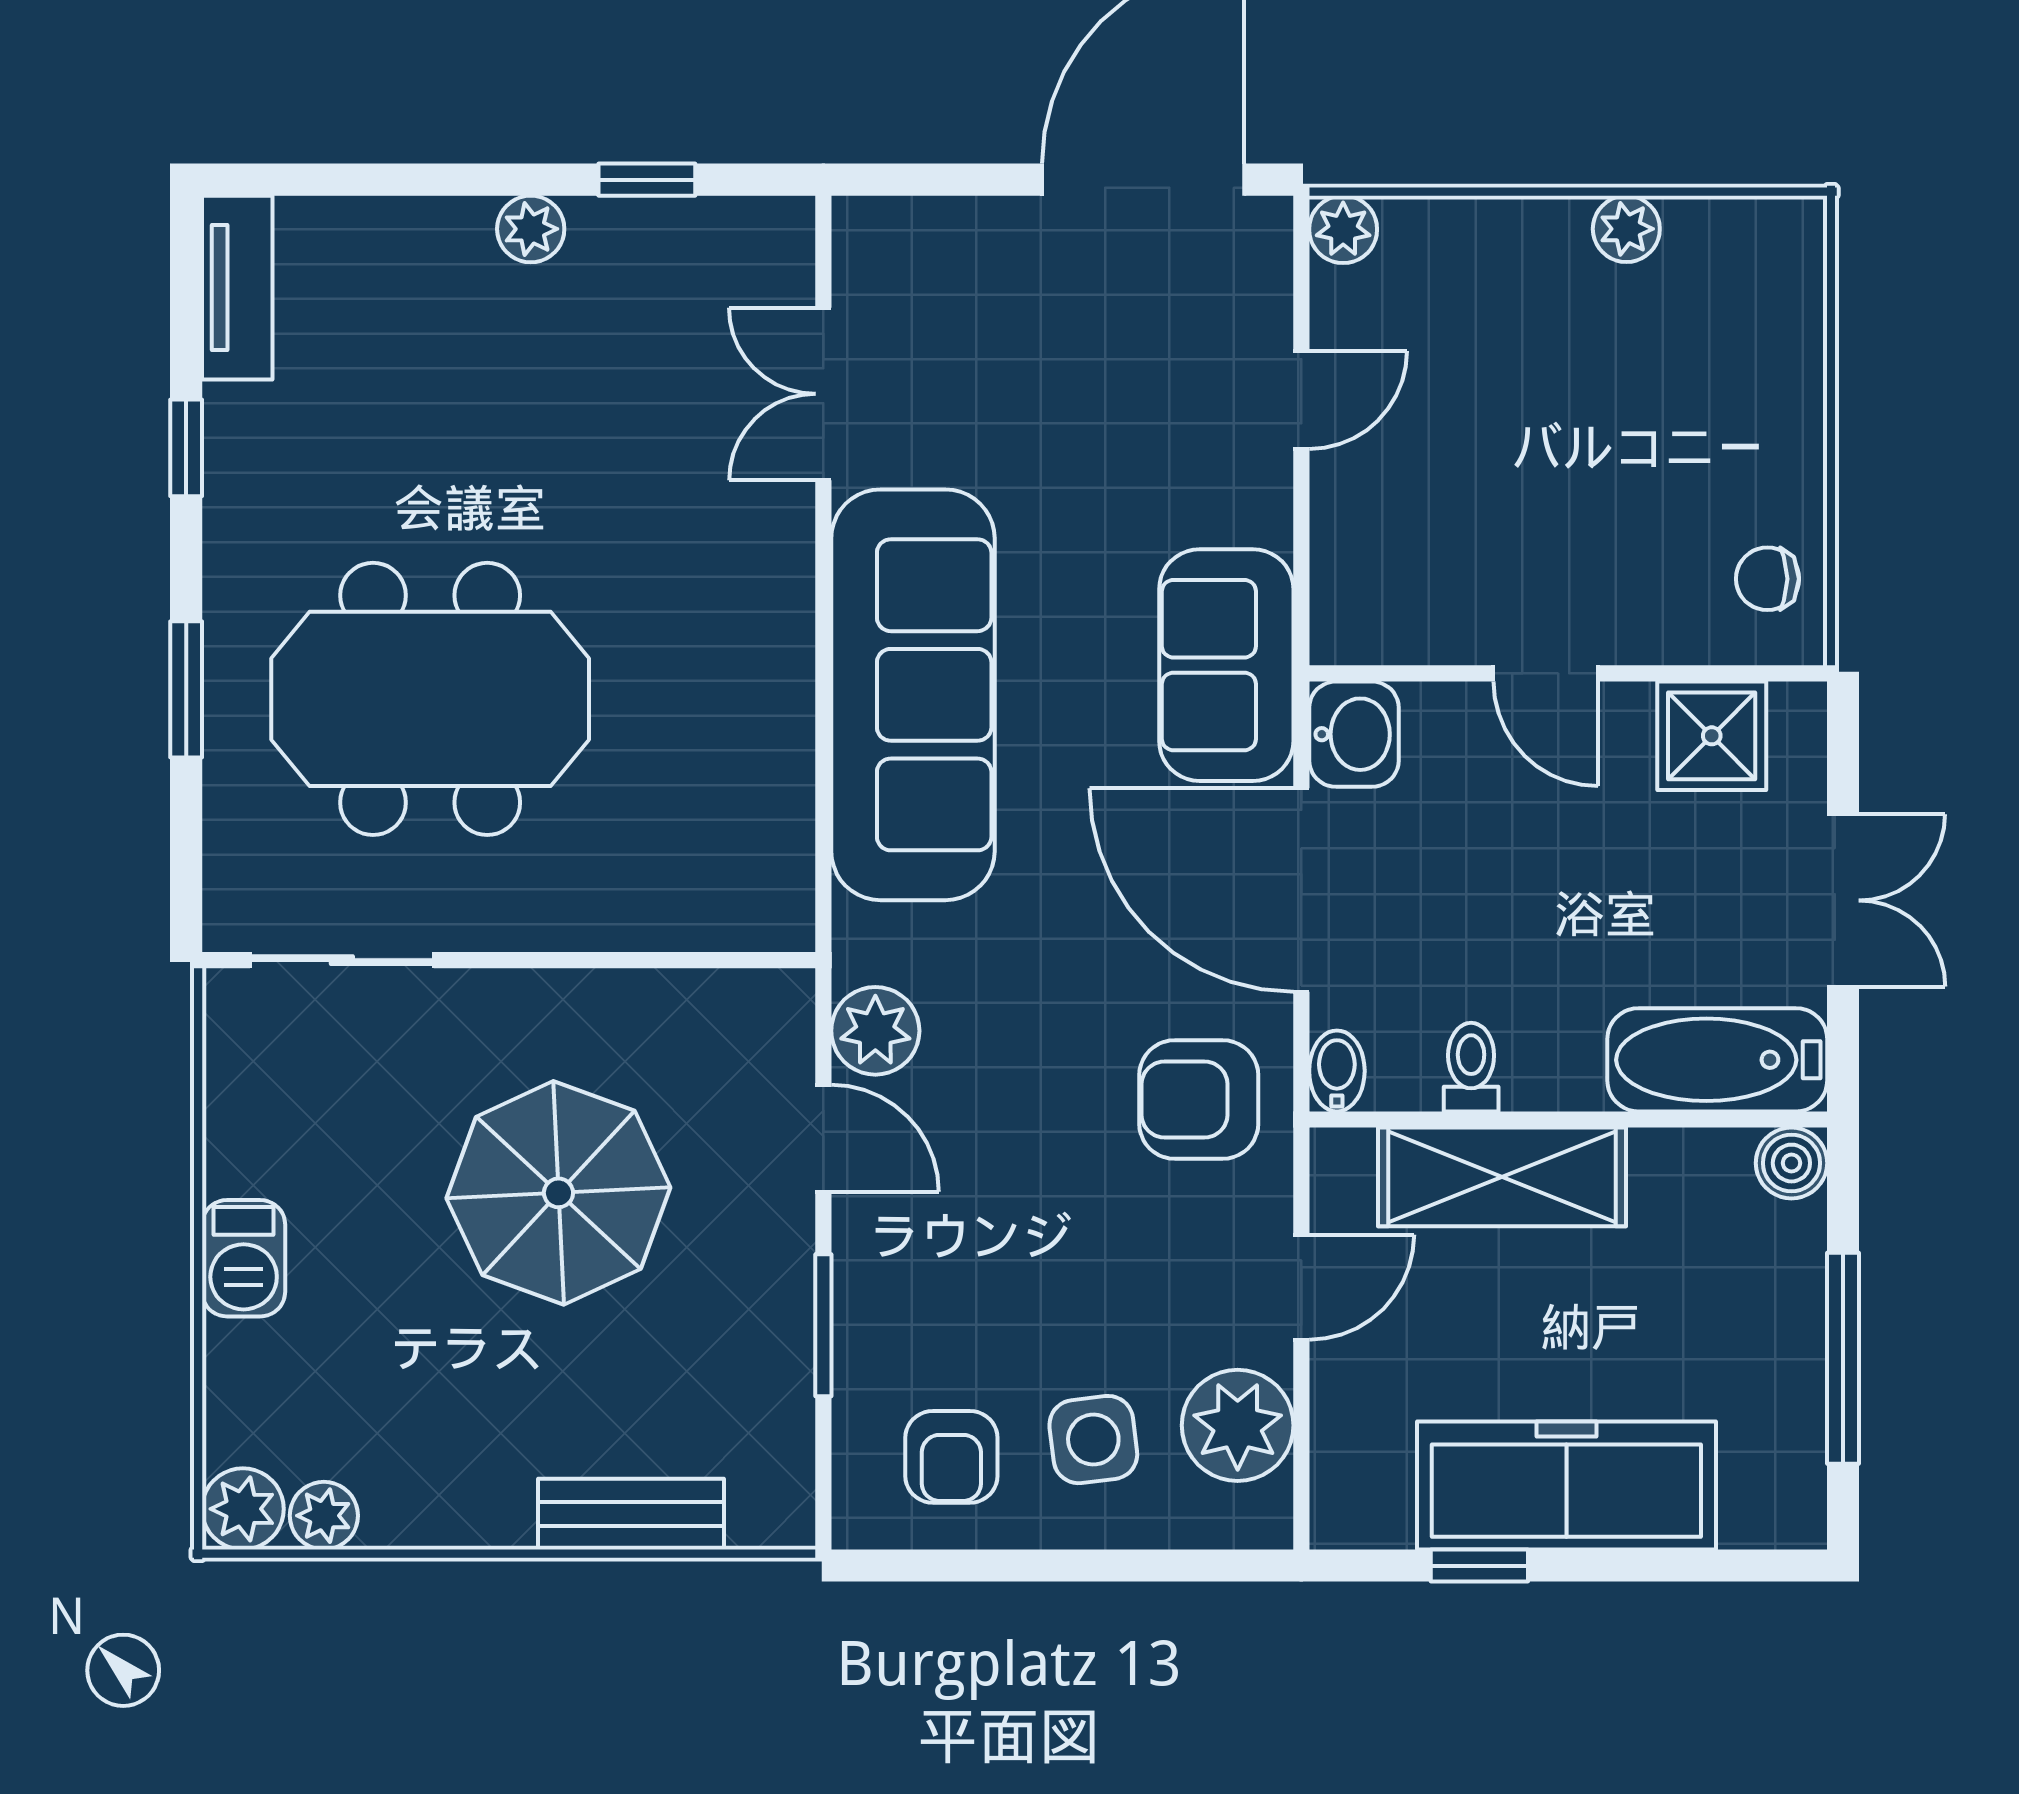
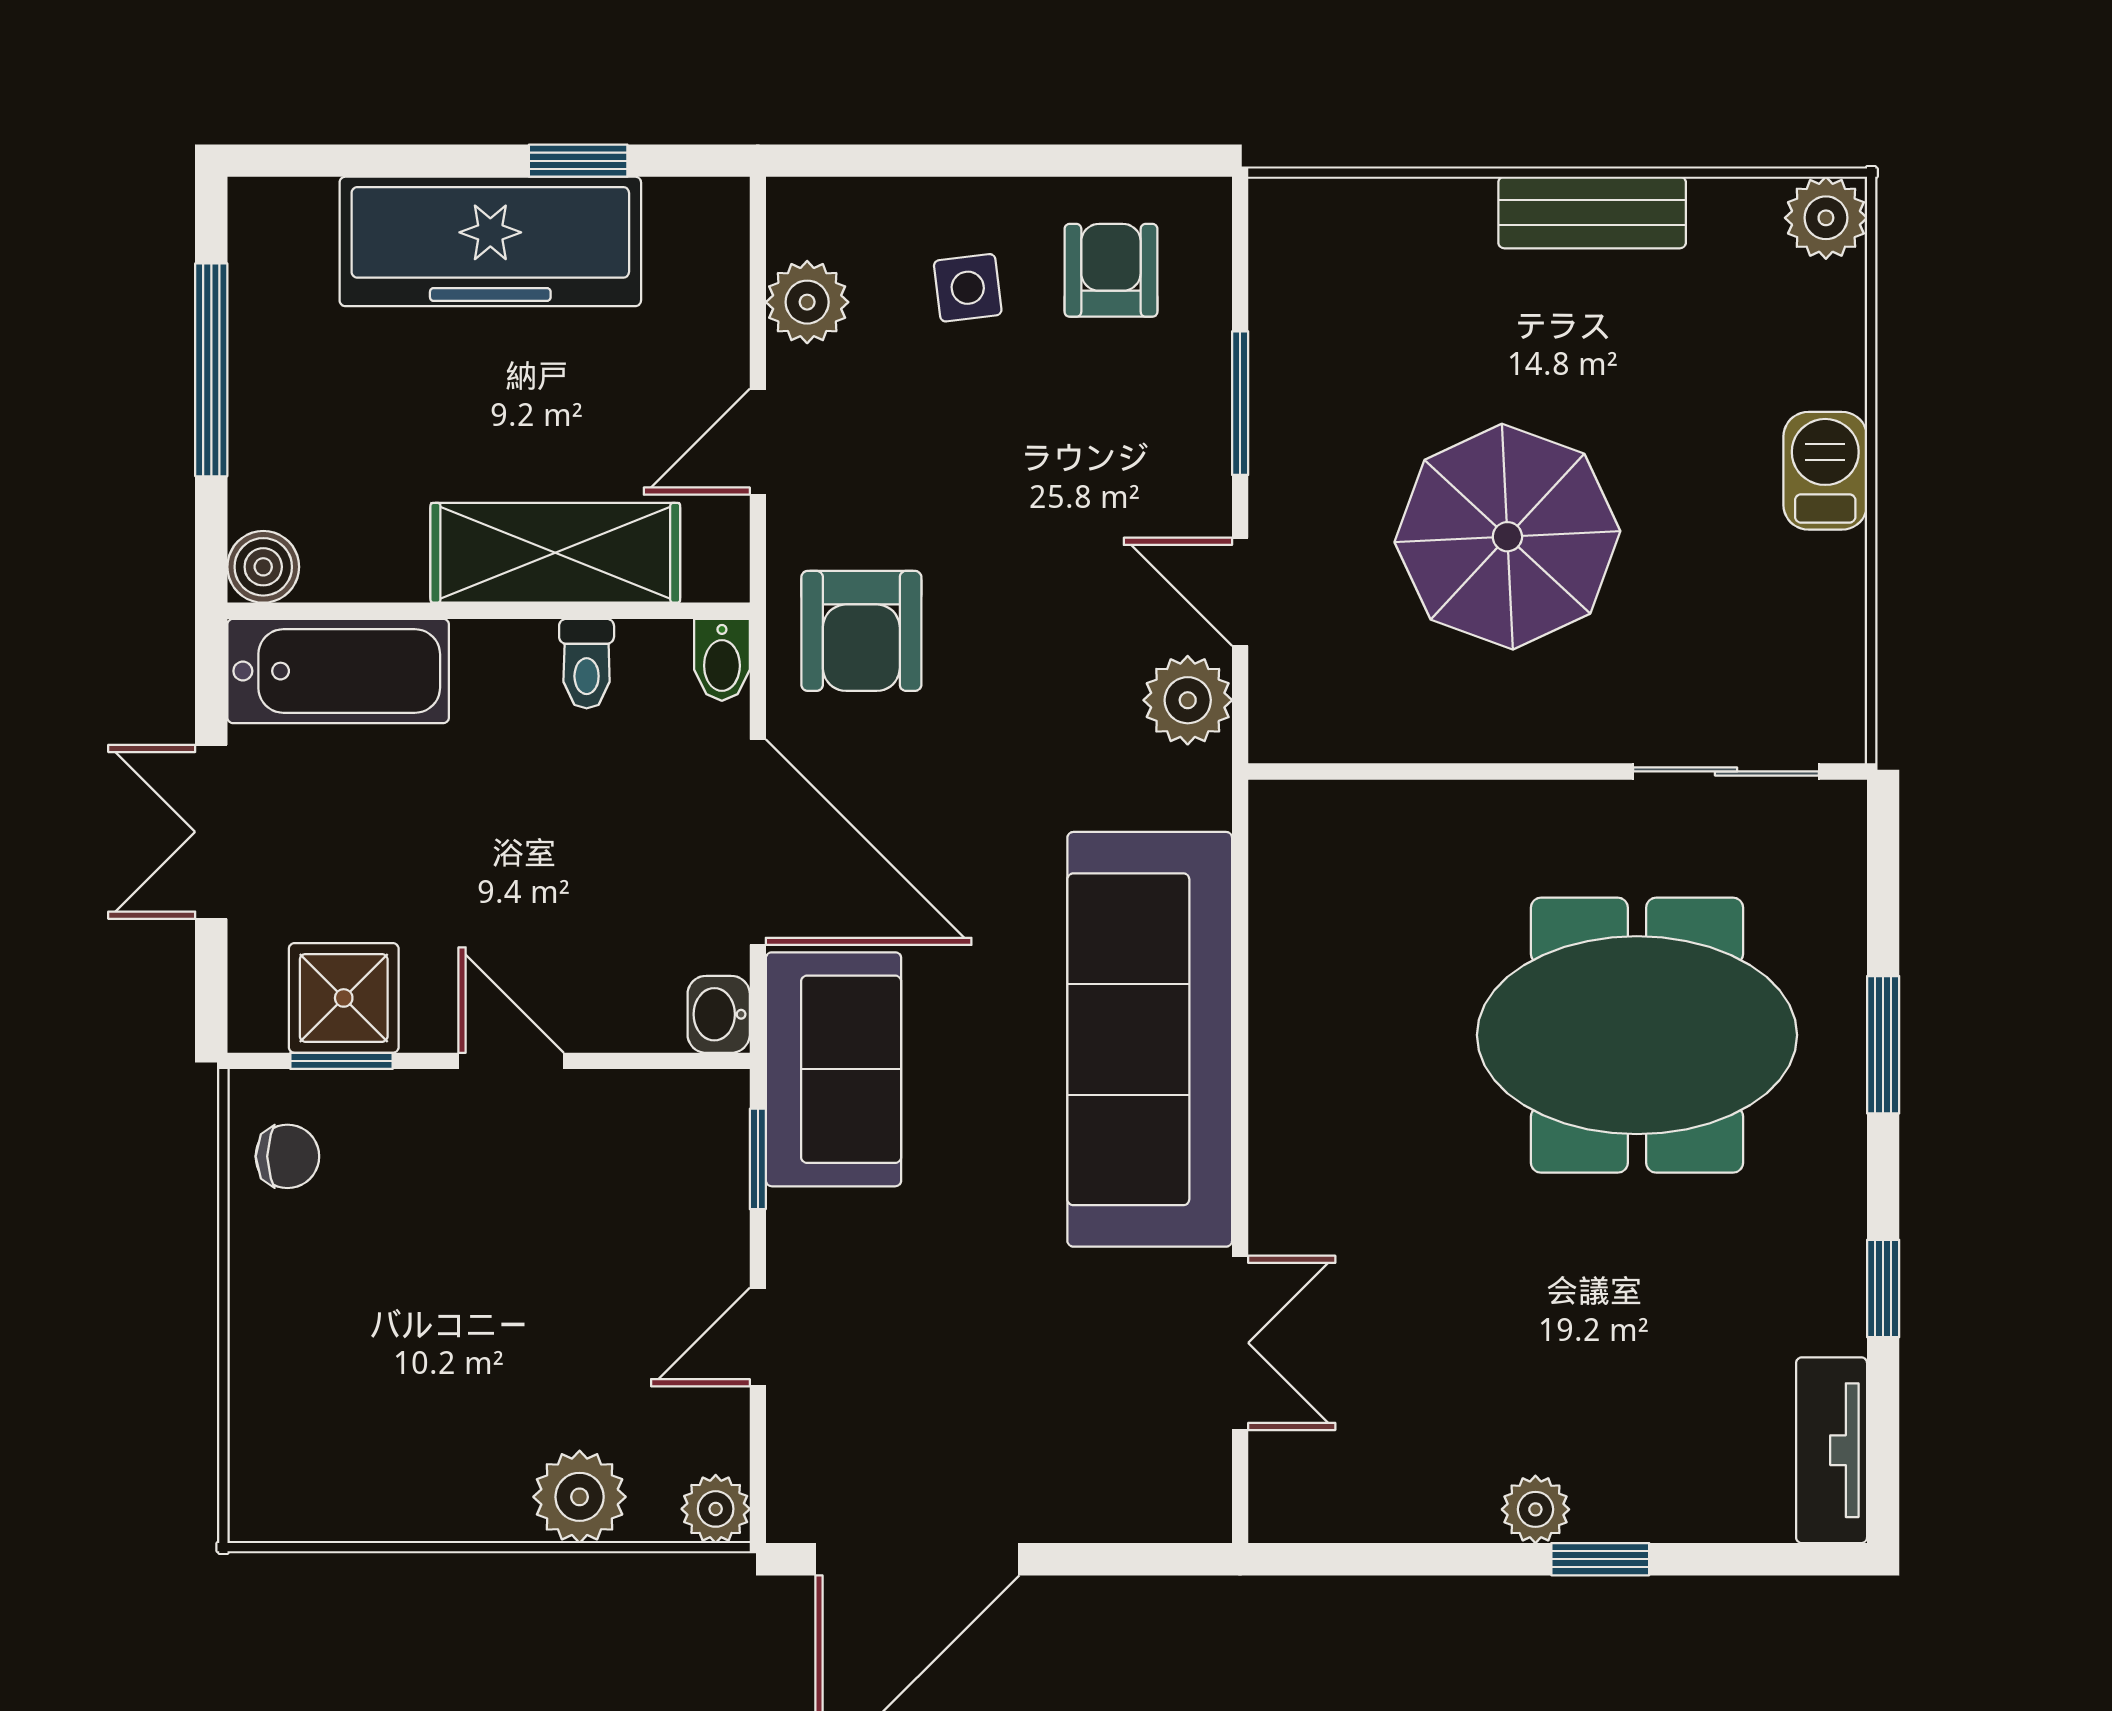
window: (647, 180) -> (1600, 1559), moved
plant: (1626, 229) -> (580, 1497), moved, width x1.38, depth x1.38
window: (1301, 576) -> (758, 1159), added
window: (1714, 673) -> (342, 1061), added
washbasin: (1354, 734) -> (719, 1014), width x0.72, depth x0.69
armchair: (1199, 1100) -> (861, 631), turned 90
plant: (1238, 1425) -> (807, 302), width x0.73, depth x0.73
side table: (1093, 1440) -> (968, 288), width x0.73, depth x0.73
bench: (631, 1514) -> (1592, 212), moved
plant: (324, 1516) -> (1744, 211), removed

